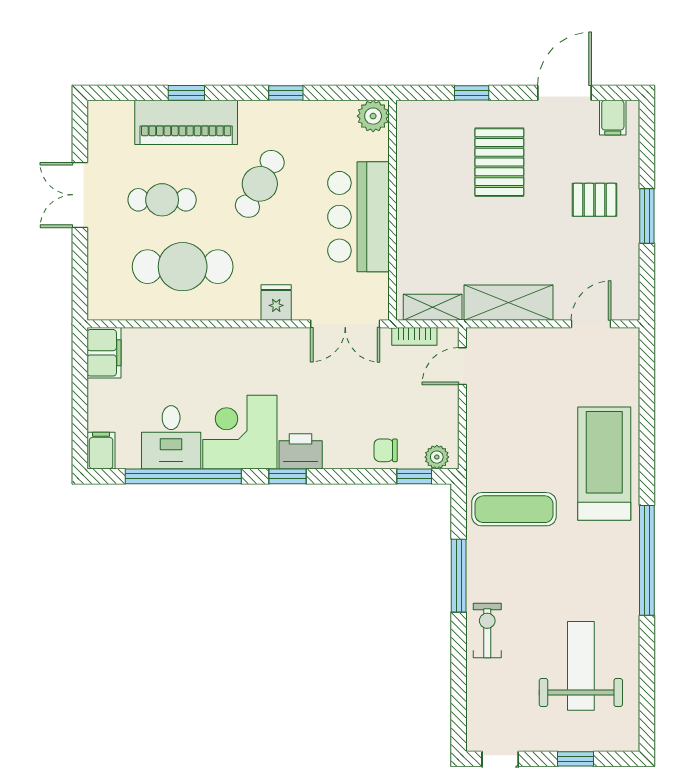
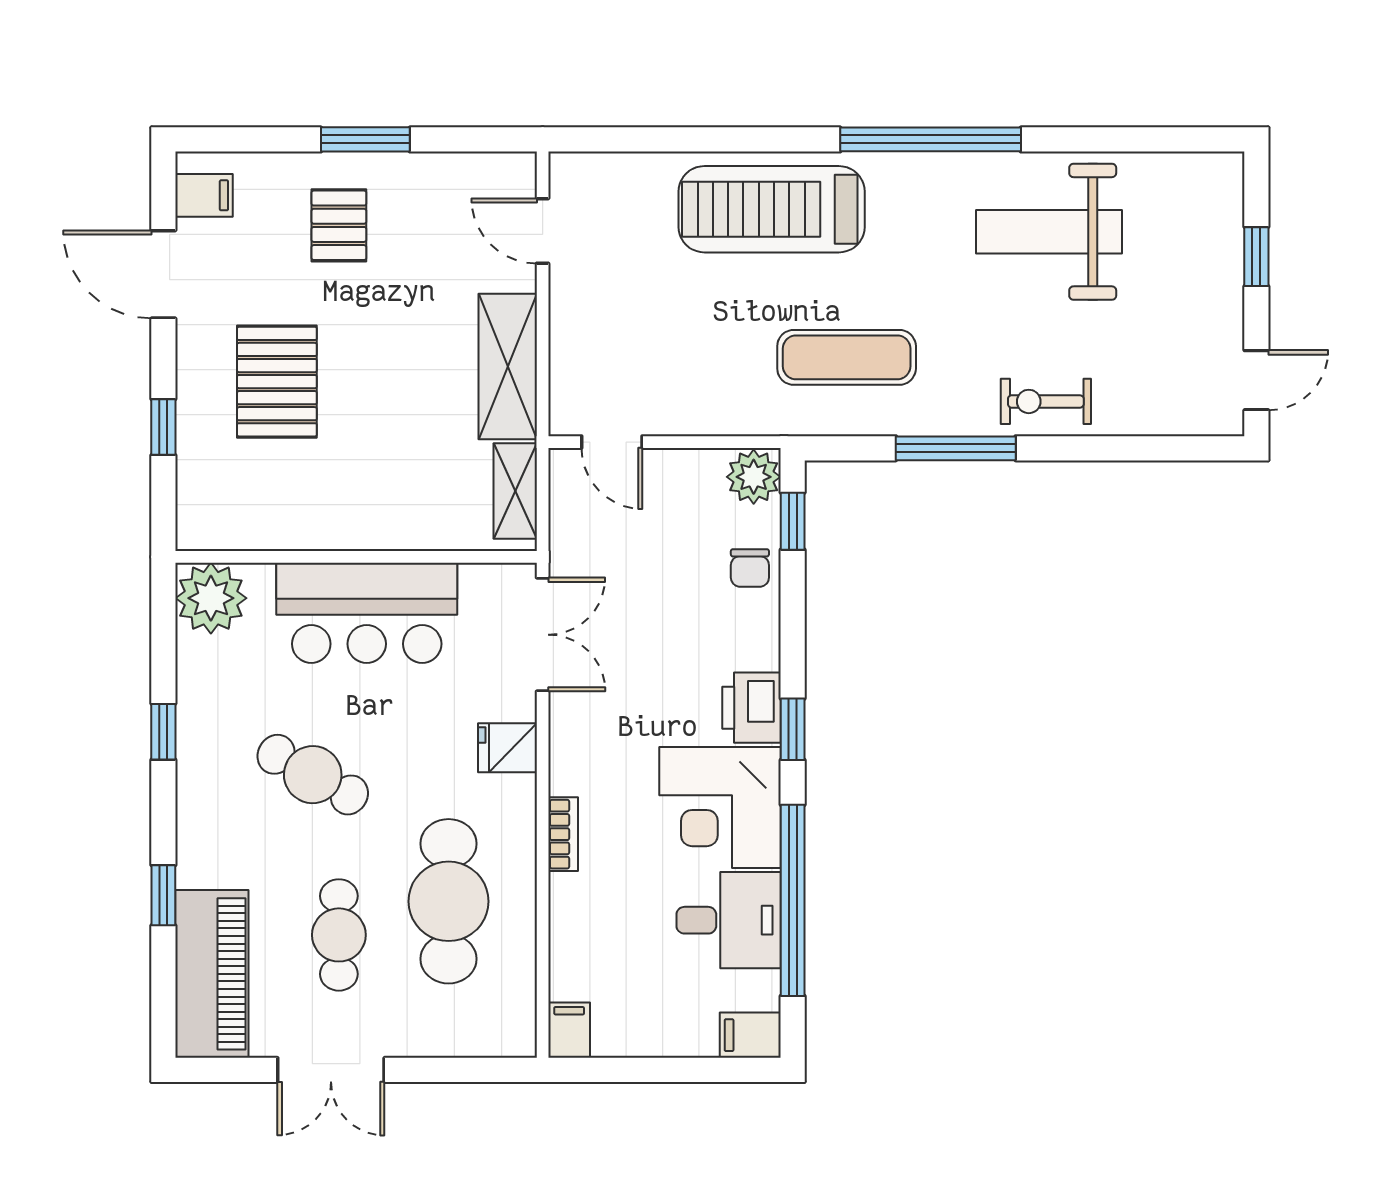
plant: (373, 116) -> (211, 598), width x1.36, depth x1.36
piano: (186, 122) -> (212, 974), moved
pallet: (499, 162) -> (277, 382), turned 90
bookcase: (414, 336) -> (563, 834), moved
filing cabinet: (104, 353) -> (569, 1030), width x0.50
plant: (437, 457) -> (754, 477), width x1.38, depth x1.38
exercise mat: (514, 509) -> (847, 357), turned 90
weight bench: (581, 666) -> (1049, 232), moved

